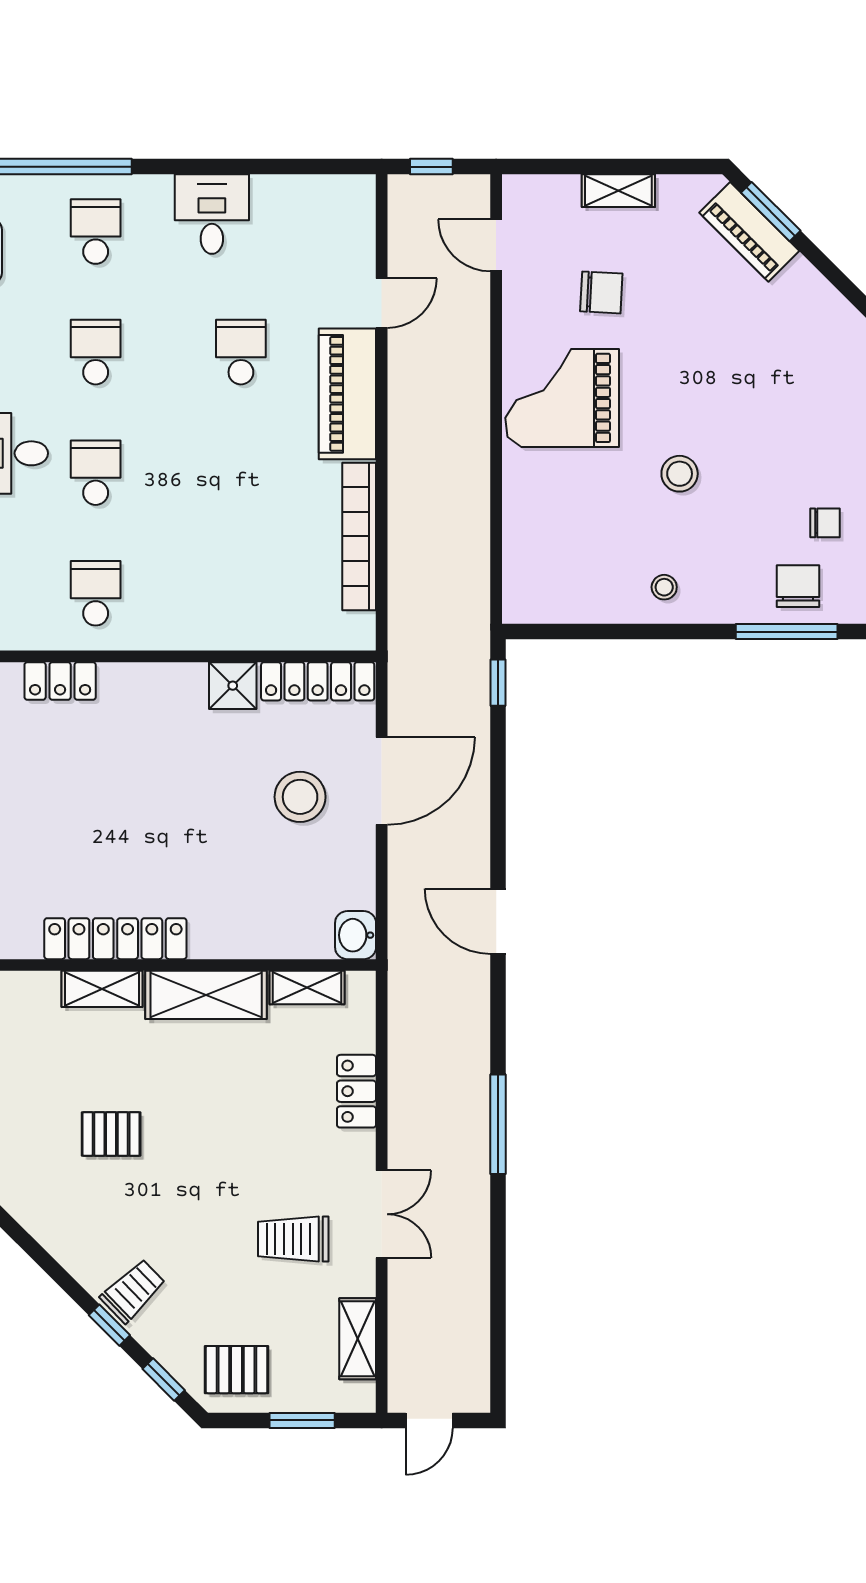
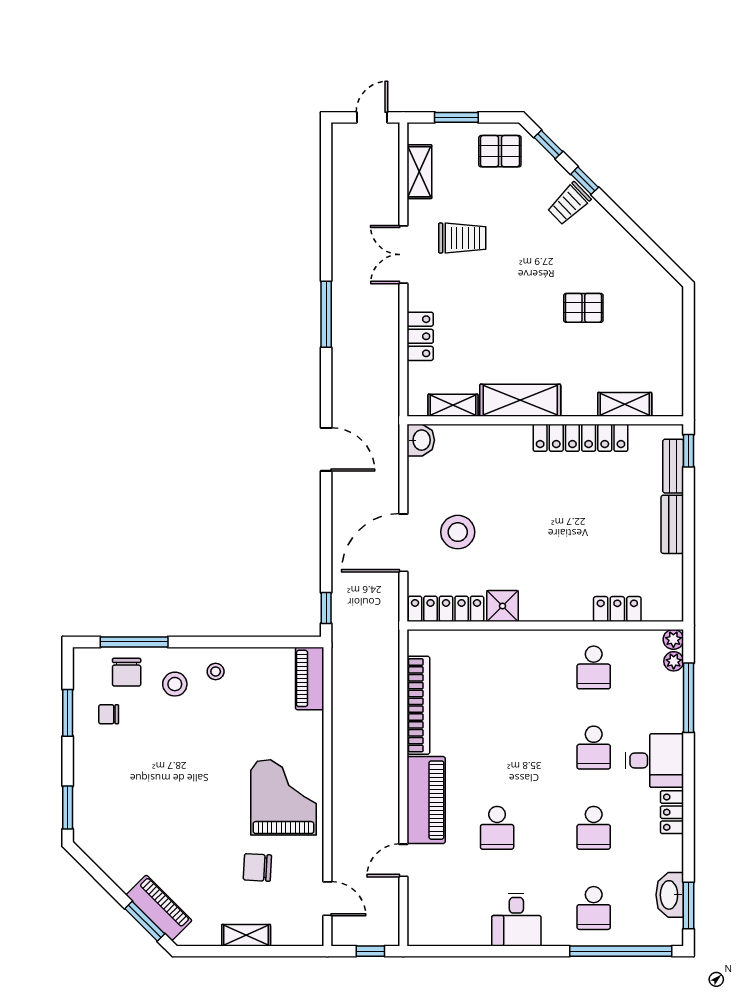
grand piano: (562, 398) -> (283, 797), turned -90
stool: (680, 474) -> (175, 684), moved
piano: (523, 577) -> (310, 678), added
shelving: (102, 989) -> (625, 404), moved

